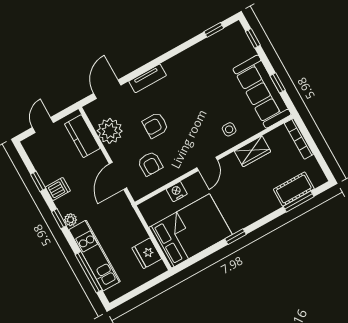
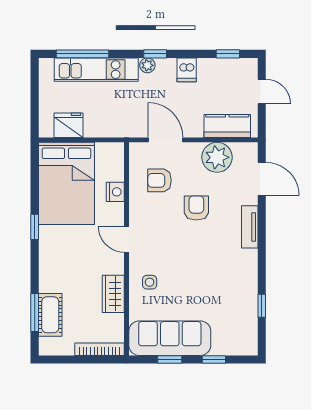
window: (214, 30) -> (262, 306), moved
window: (253, 38) -> (214, 359), moved
window: (38, 181) -> (228, 54), moved

